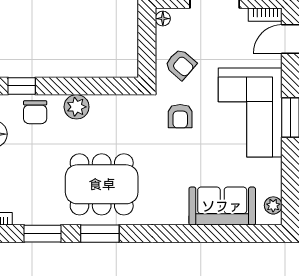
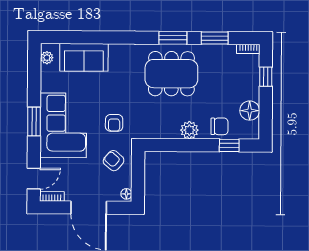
chair: (35, 112) -> (219, 126), turned 90
armchair: (180, 116) -> (114, 123), turned 180

